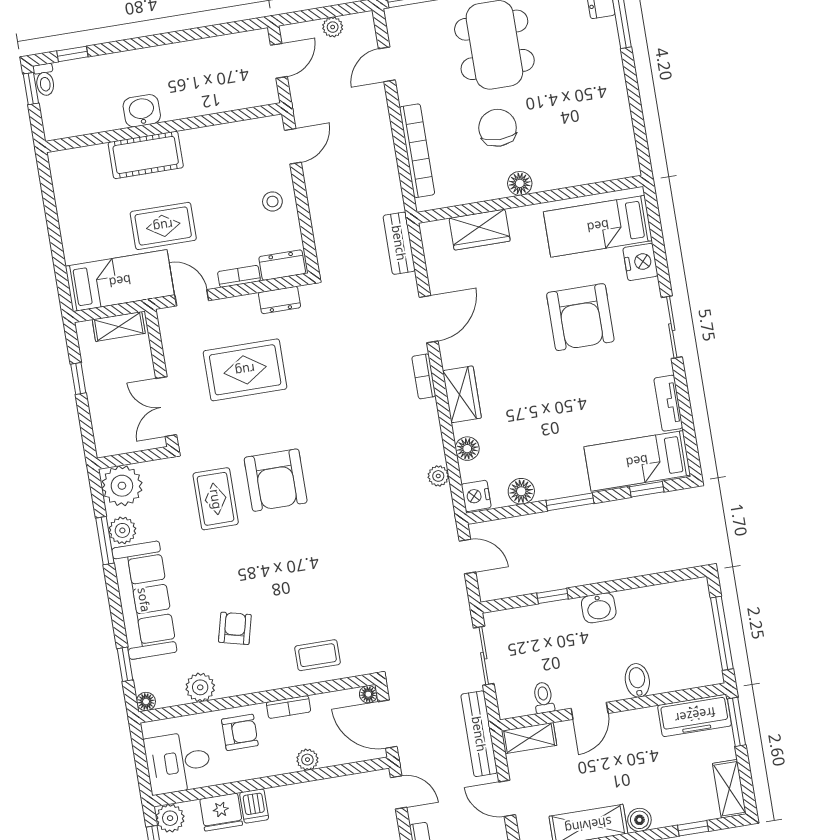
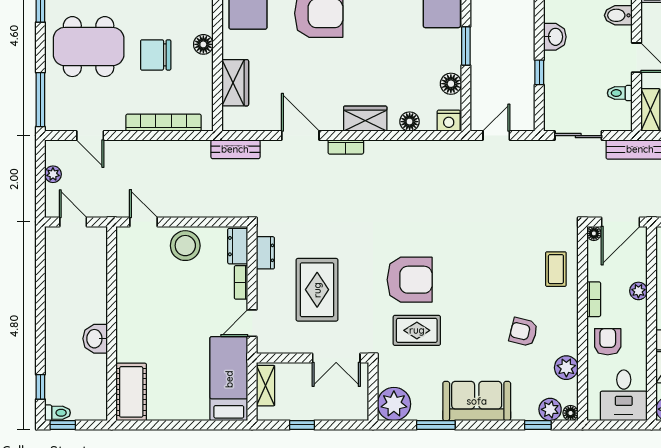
cot: (146, 155) -> (131, 392), moved
stool: (272, 201) -> (185, 246), width x1.89, depth x1.89
rug: (163, 226) -> (191, 337), removed
plant: (438, 476) -> (428, 148), removed
plant: (122, 530) -> (550, 409), moved
sofa: (144, 600) -> (477, 401), width x0.73

